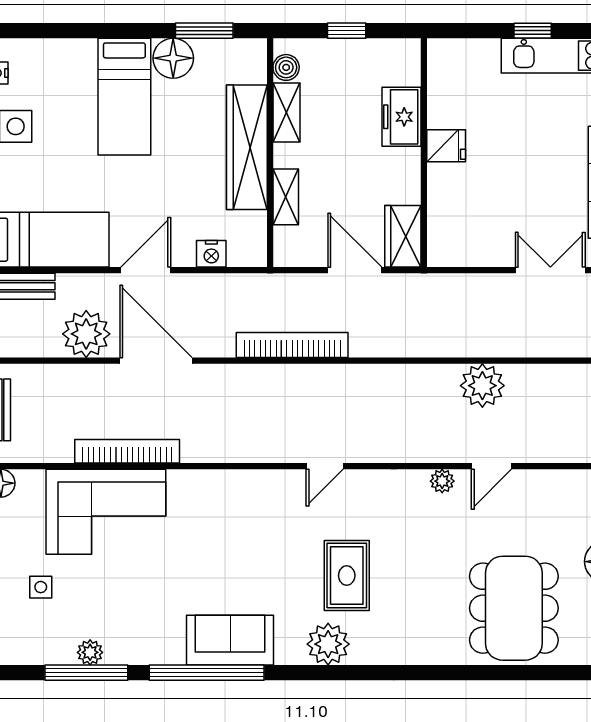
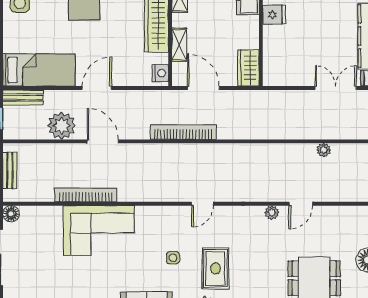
nightstand: (211, 254) -> (160, 73), moved, turned -90
door: (355, 270) -> (203, 88), moved
door: (156, 361) -> (103, 141), width x0.73
plant: (482, 386) -> (323, 150), moved, width x0.53, depth x0.53
corner sofa: (106, 512) -> (99, 231), moved
side table: (41, 587) -> (173, 258), moved

